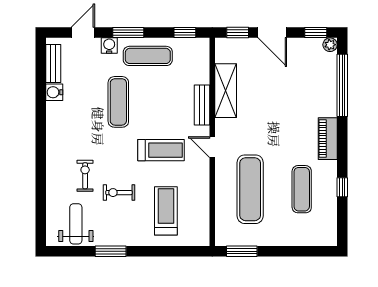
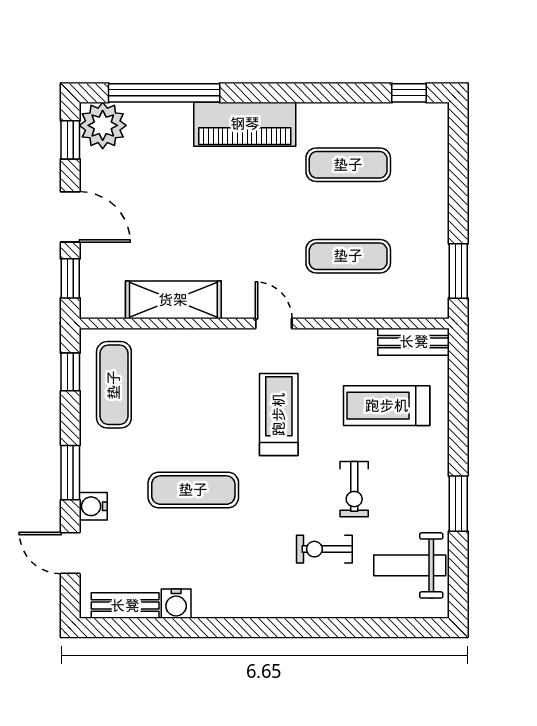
door: (272, 32) -> (70, 217), hinge flipped
plant: (330, 45) -> (103, 125), width x1.88, depth x1.88
exercise mat: (148, 56) -> (114, 385), moved
bench: (202, 105) -> (414, 342), moved
piano: (328, 139) -> (245, 124), width x1.37, depth x1.33
door: (212, 147) -> (274, 324), swing flipped
window: (342, 187) -> (409, 93), moved
exercise mat: (250, 189) -> (348, 256), width x0.73, depth x0.69

